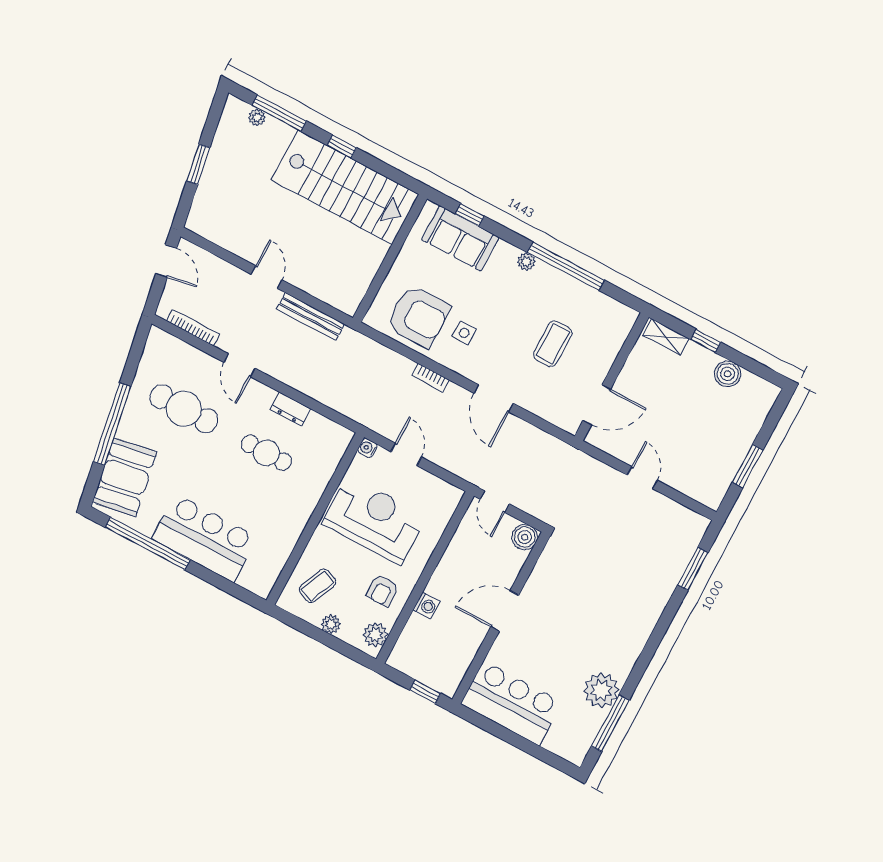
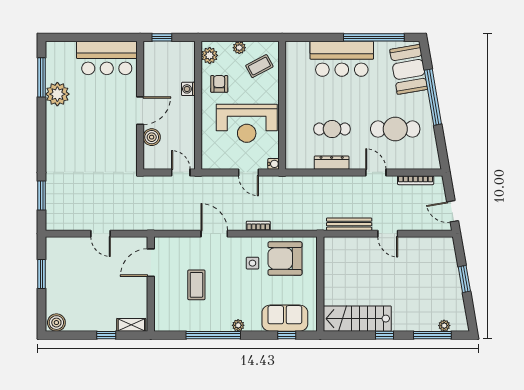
stairs: (345, 187) -> (357, 319), width x0.73, depth x0.66
boiler: (728, 374) -> (56, 323), moved
dresser: (291, 409) -> (332, 163), width x1.44
boiler: (525, 537) -> (152, 137), moved
coffee table: (318, 586) -> (259, 66), turned 39

